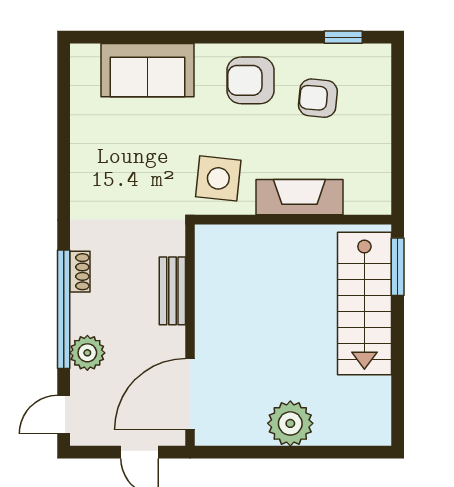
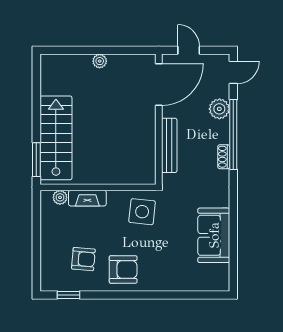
sofa: (148, 70) -> (214, 235), moved, turned -90
fireplace: (299, 197) -> (87, 198), width x0.73, depth x0.76
plant: (358, 203) -> (60, 197), added
bench: (172, 291) -> (169, 145), width x1.36
plant: (290, 423) -> (100, 61), width x0.53, depth x0.53

